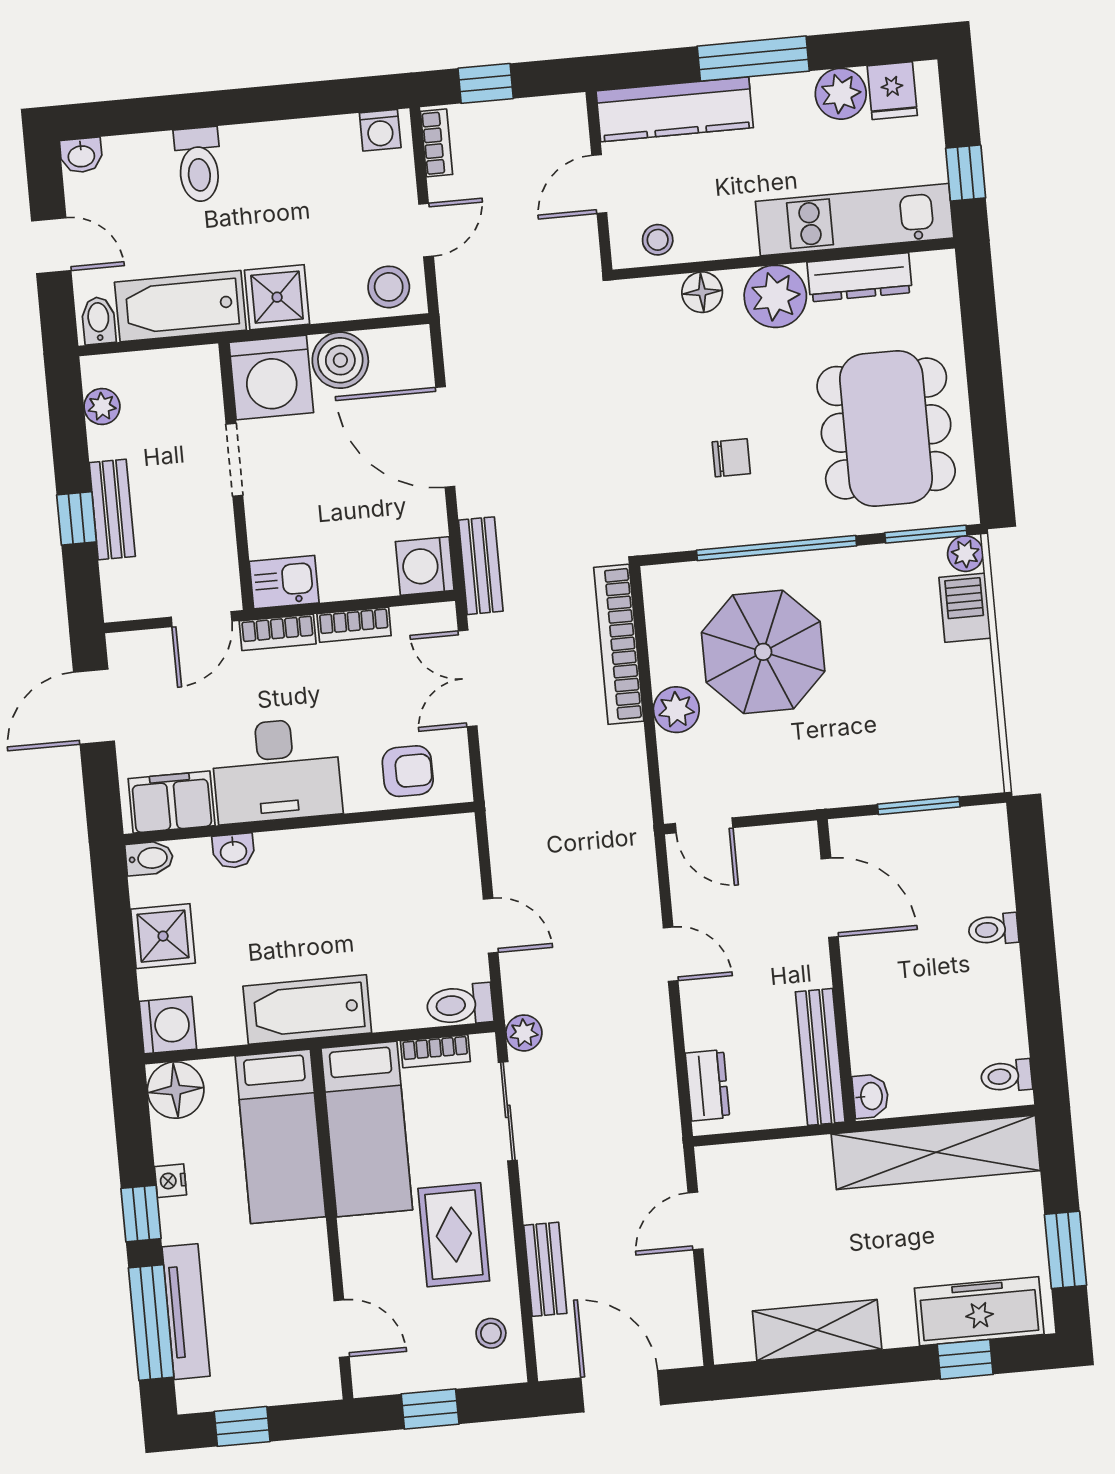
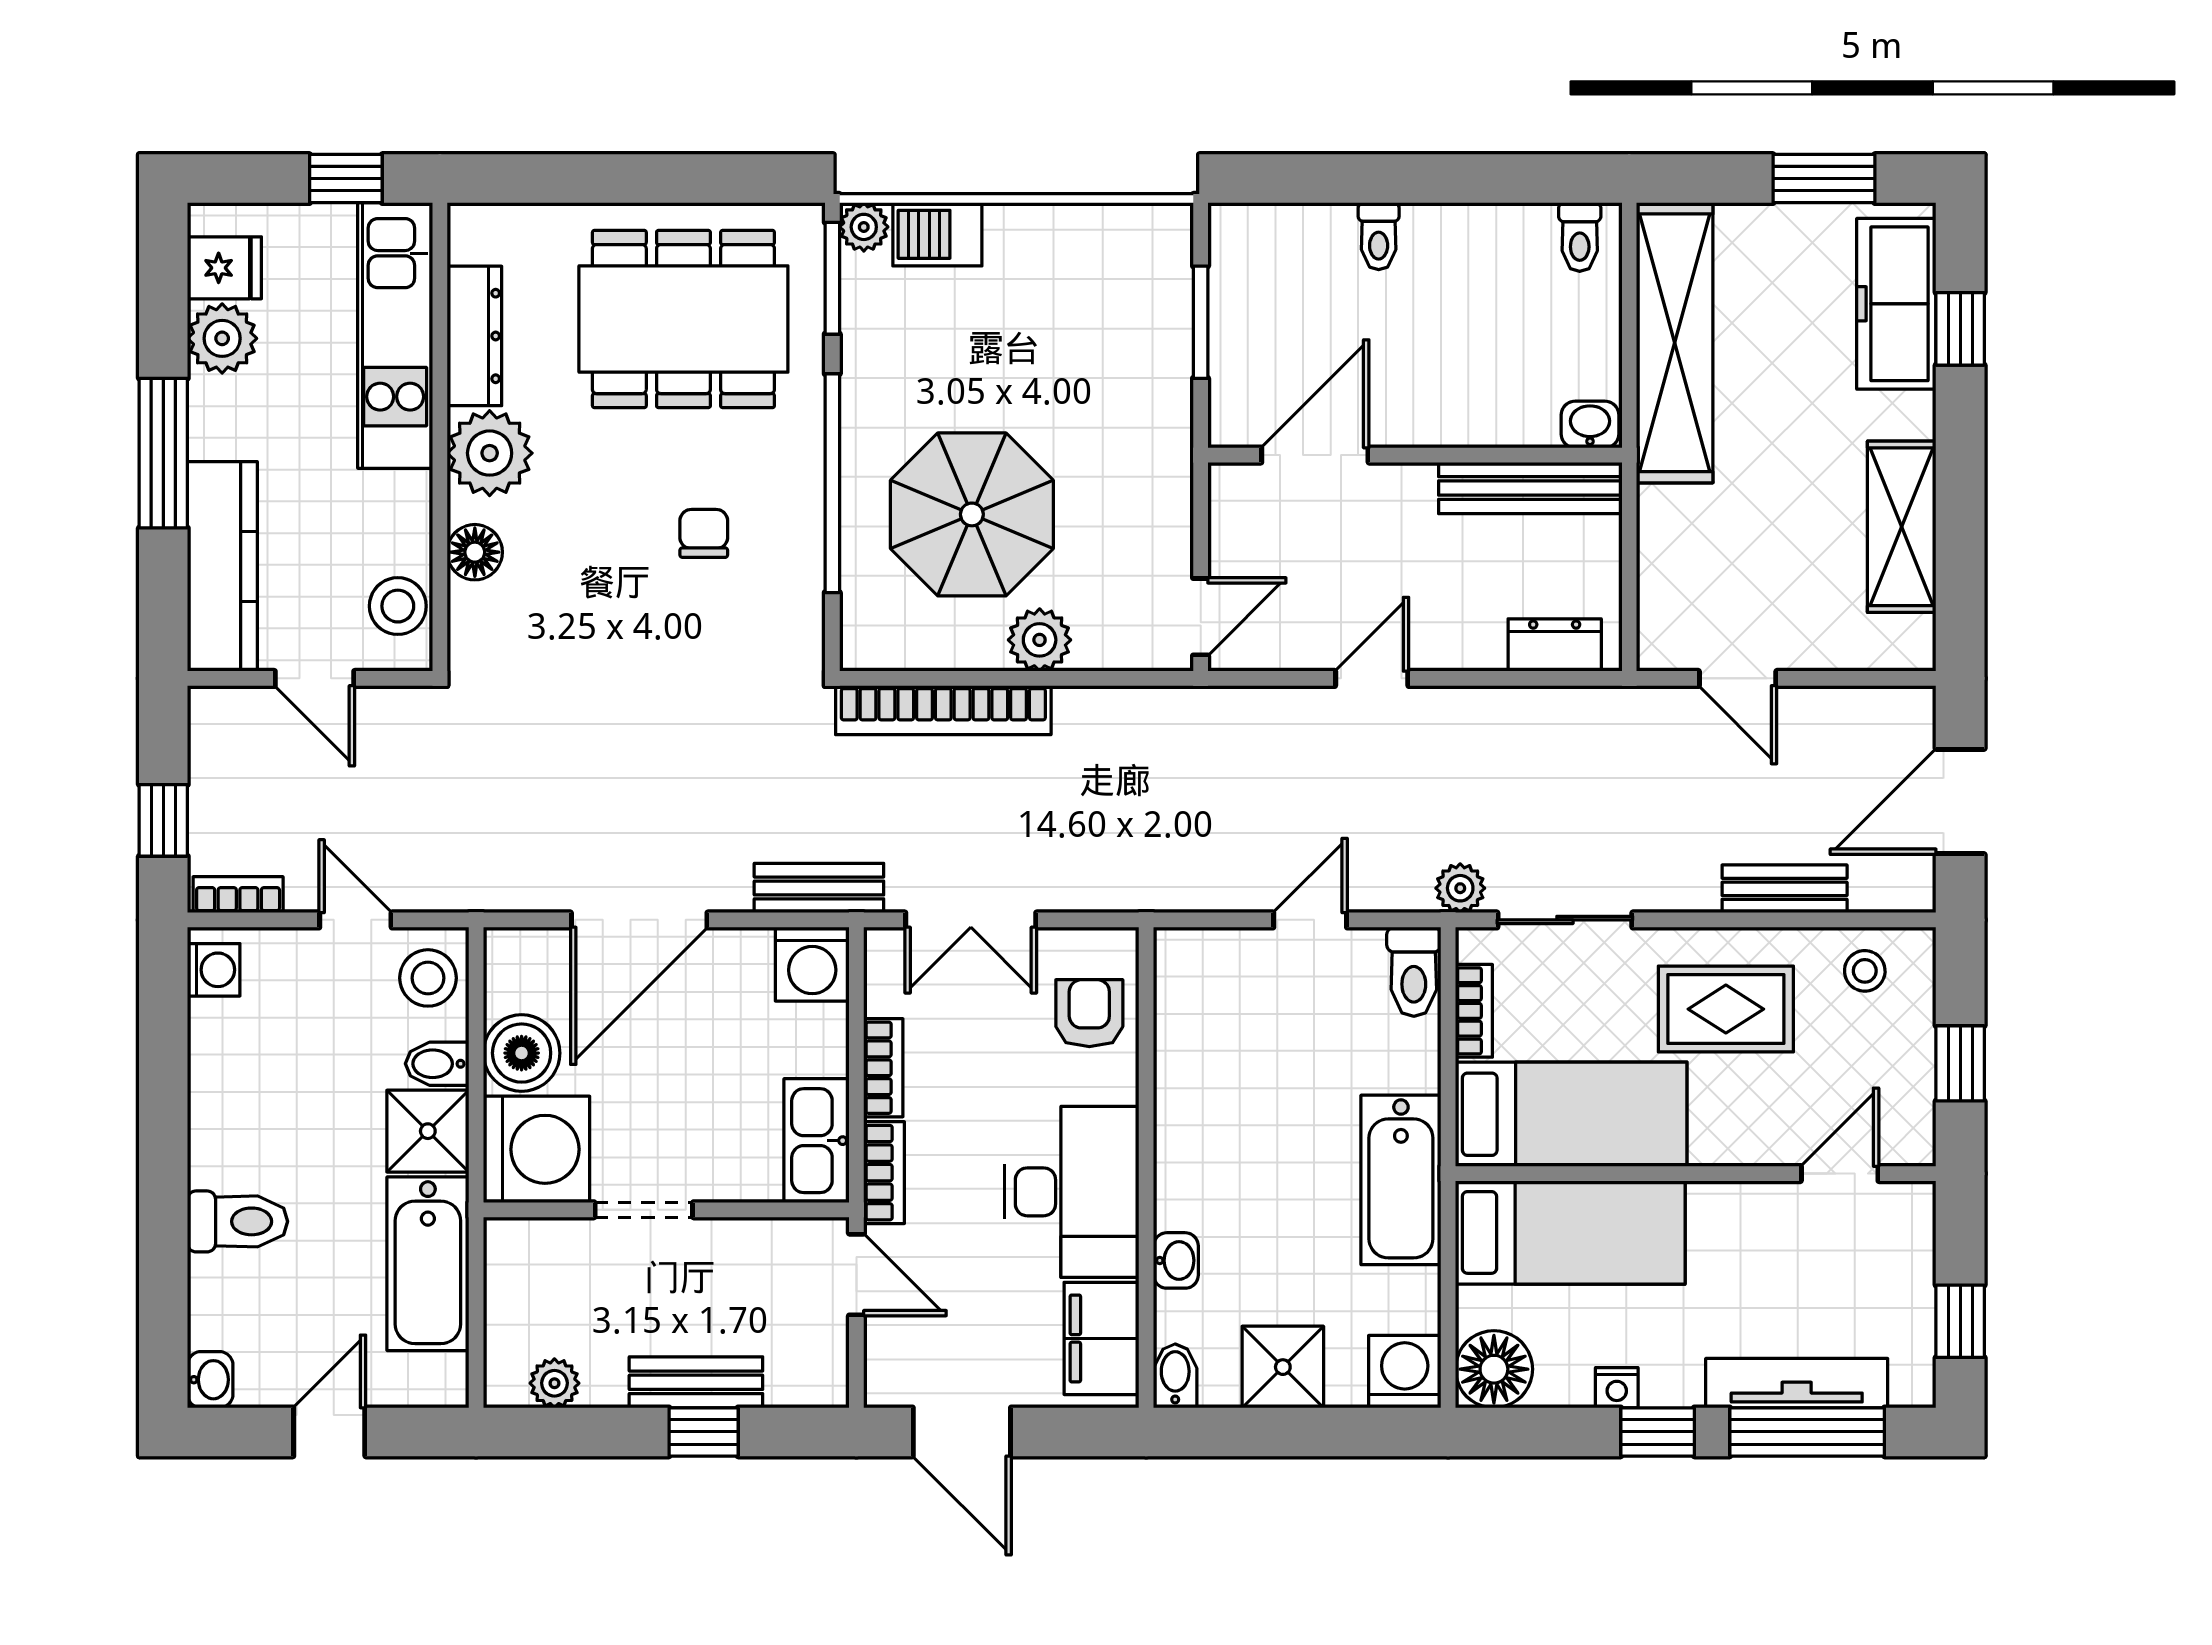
stool: (658, 240) -> (398, 606), width x1.37, depth x1.37
bidet: (99, 320) -> (437, 1064), moved
kitchen sink: (284, 582) -> (817, 1141), width x1.38

